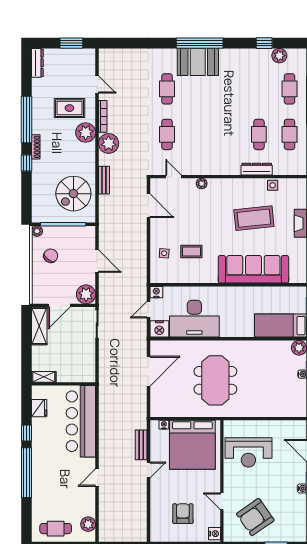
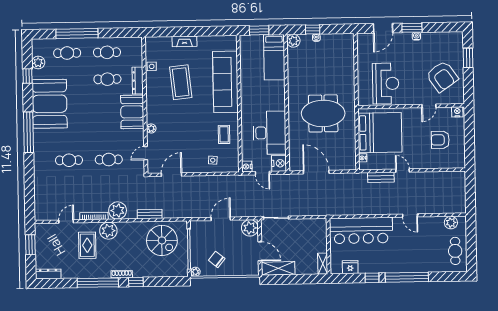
booth: (198, 62) -> (50, 104), moved, width x1.36, depth x1.42
booth: (221, 162) -> (132, 112), added
coffee table: (191, 251) -> (224, 134), moved

